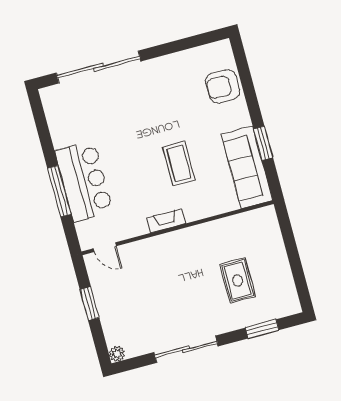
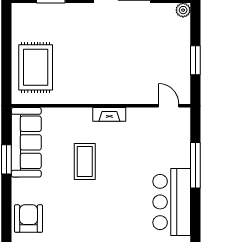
armchair: (223, 86) -> (29, 219), turned -90
bar counter: (84, 181) -> (172, 202), moved
rug: (238, 280) -> (36, 67), moved, width x1.36, depth x1.43

